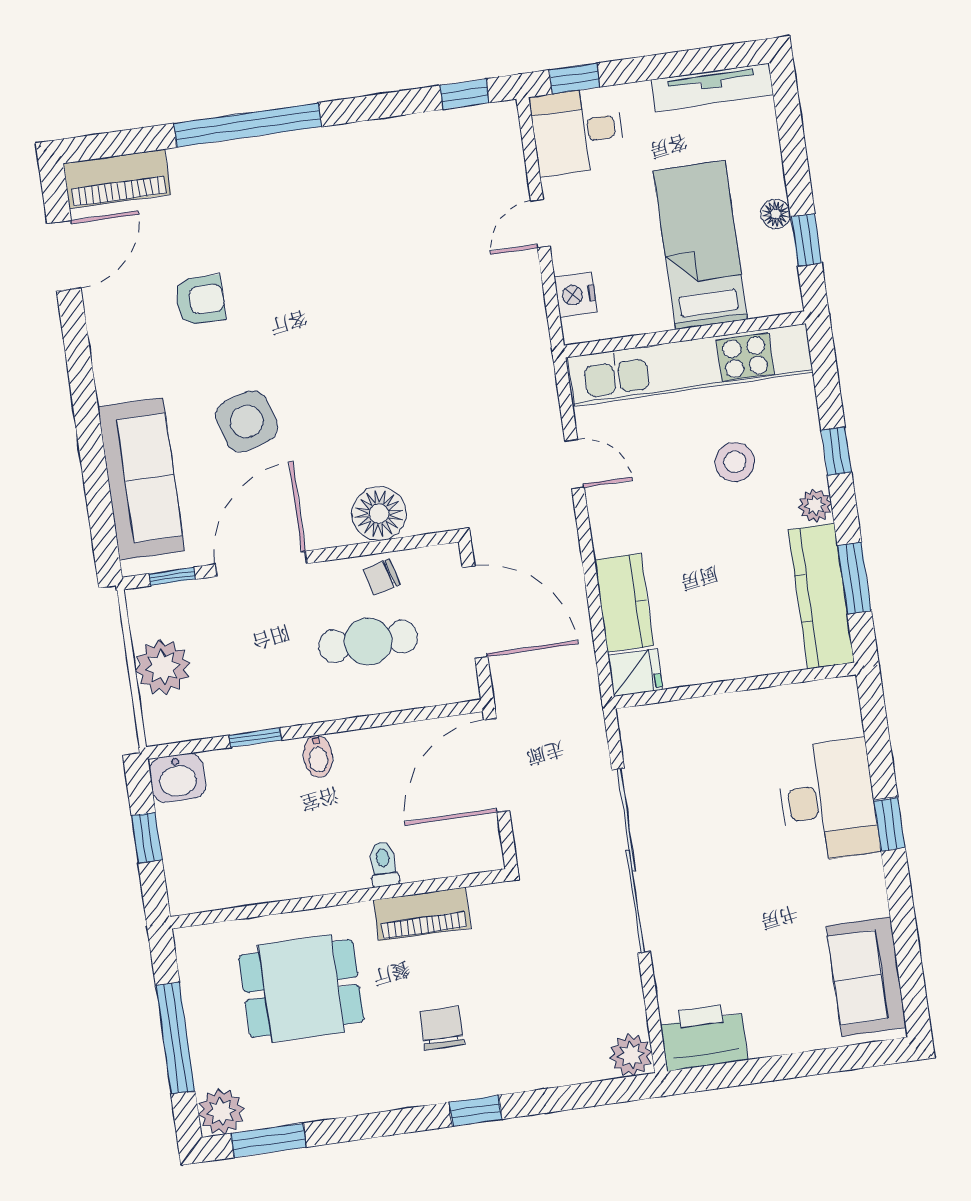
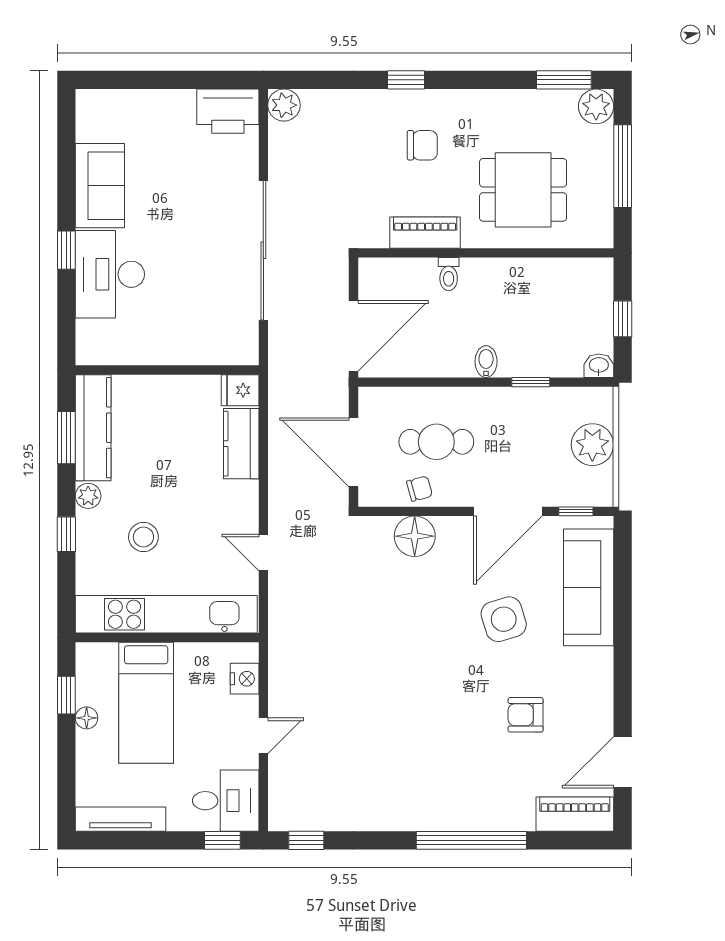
washbasin: (177, 778) -> (599, 366), width x0.72, depth x0.69
sofa: (866, 976) -> (100, 186), moved
chair: (442, 1028) -> (422, 145), turned -90

